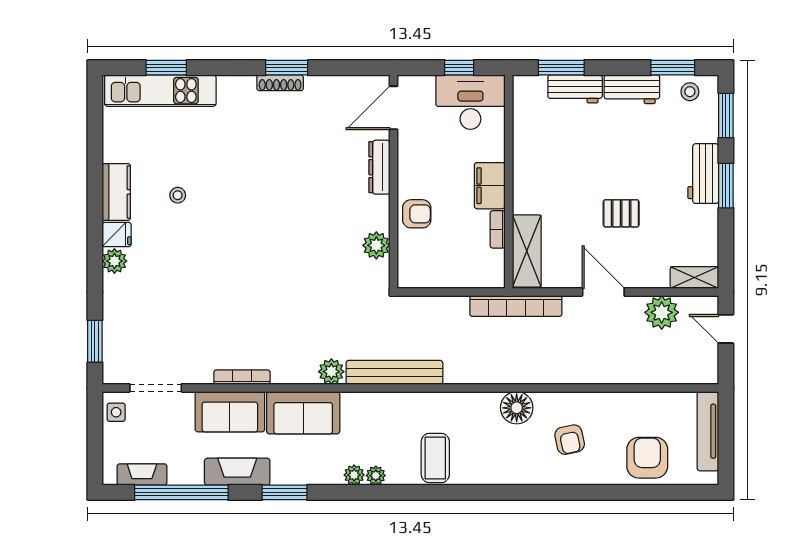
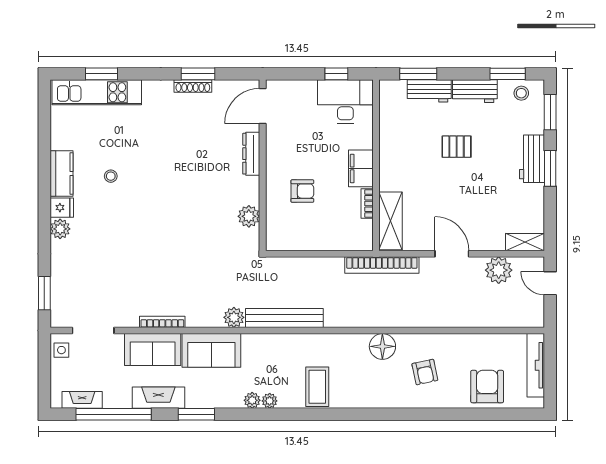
door: (394, 108) -> (263, 106), moved
dresser: (379, 167) -> (251, 154), moved
wall: (394, 182) -> (263, 165), moved
pallet: (621, 213) -> (457, 147), moved
plant: (376, 245) -> (249, 216), moved

